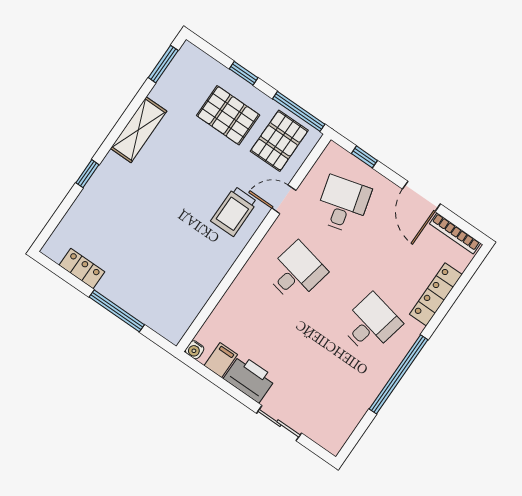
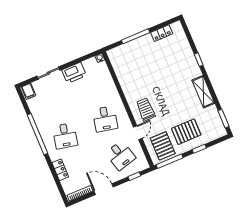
locker: (436, 294) -> (60, 170), width x0.66
filing cabinet: (221, 360) -> (29, 91), moved

